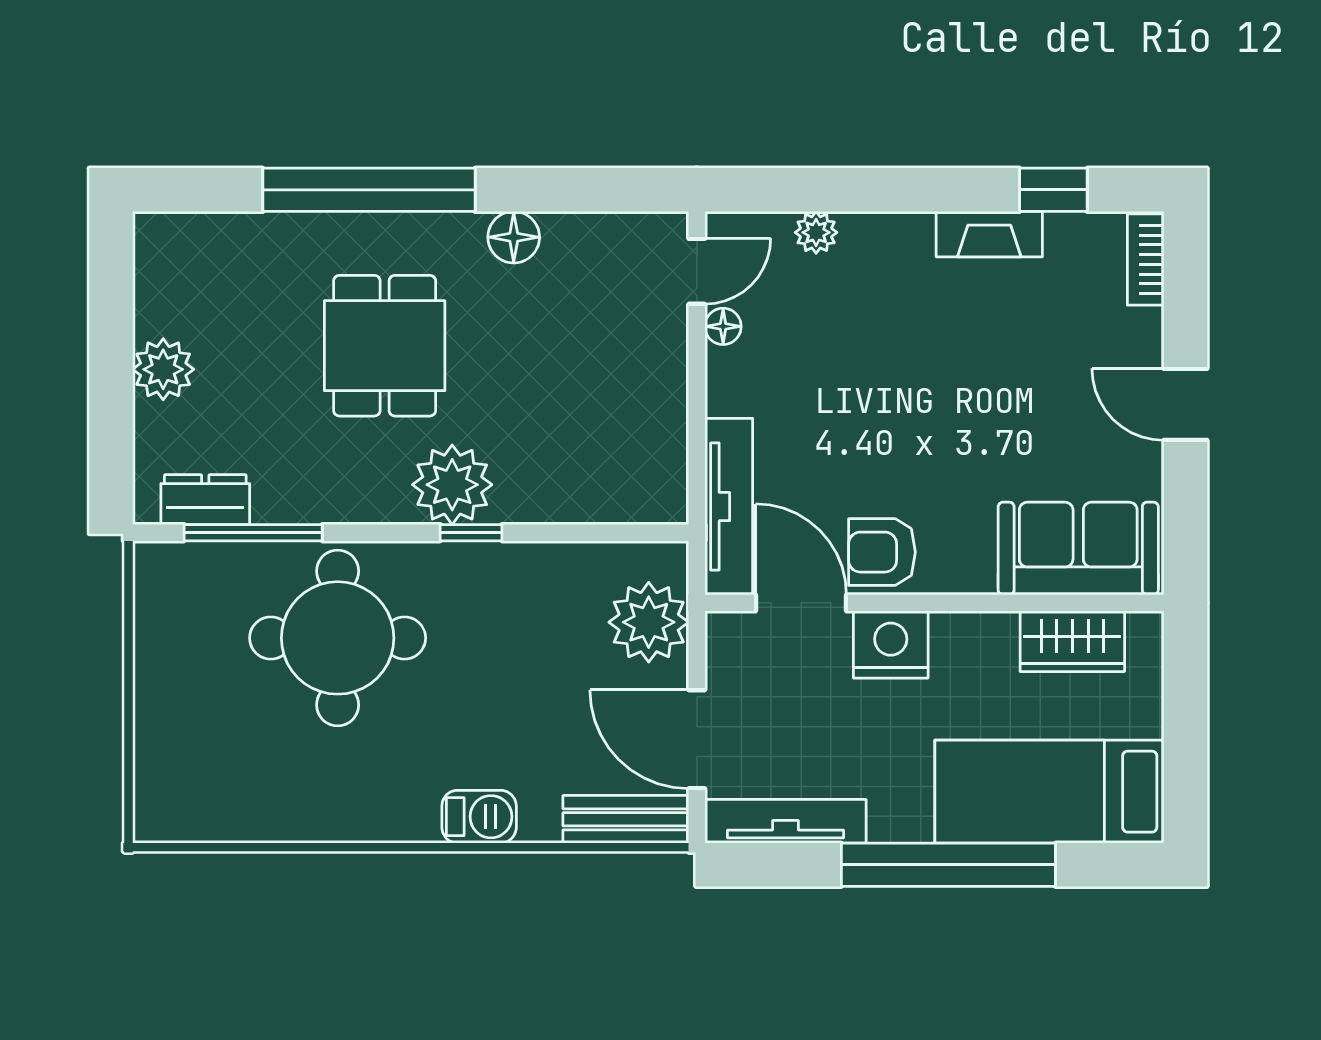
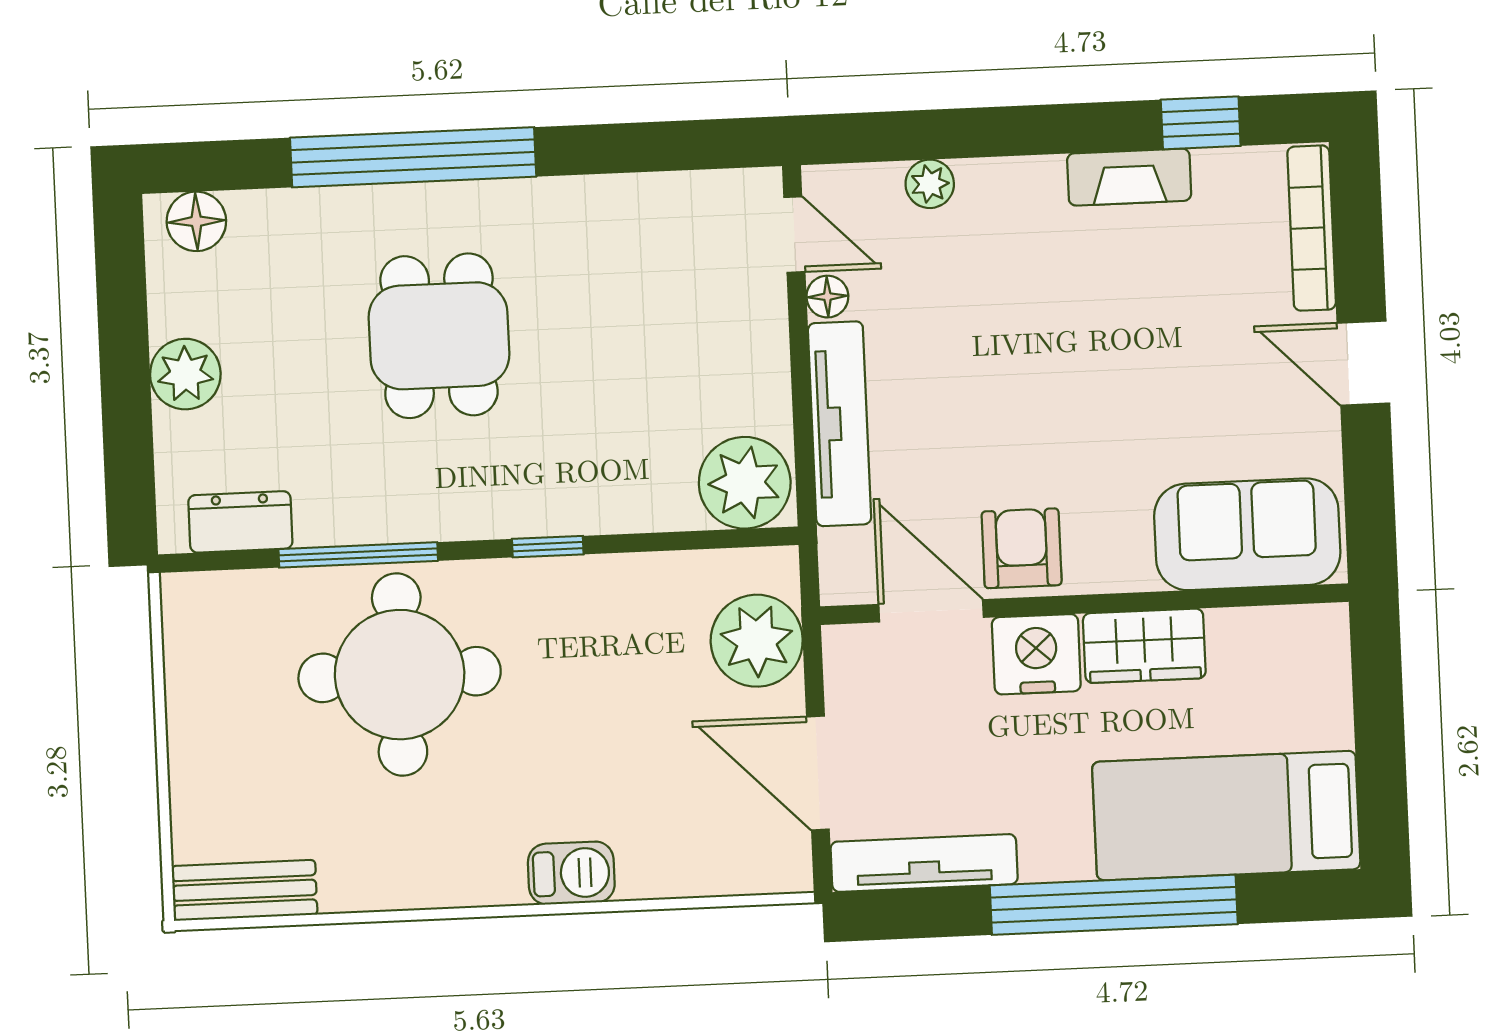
floor lamp: (514, 237) -> (196, 221), moved
bookcase: (1146, 260) -> (1312, 228), width x1.56
door: (697, 271) -> (794, 235), hinge flipped
plant: (452, 485) -> (745, 483), moved
tv unit: (729, 507) -> (840, 424), moved
window: (253, 533) -> (358, 555), moved
armchair: (882, 552) -> (1022, 548), turned 90
wardrobe: (1072, 641) -> (1144, 646), moved
bench: (625, 819) -> (244, 890), moved

